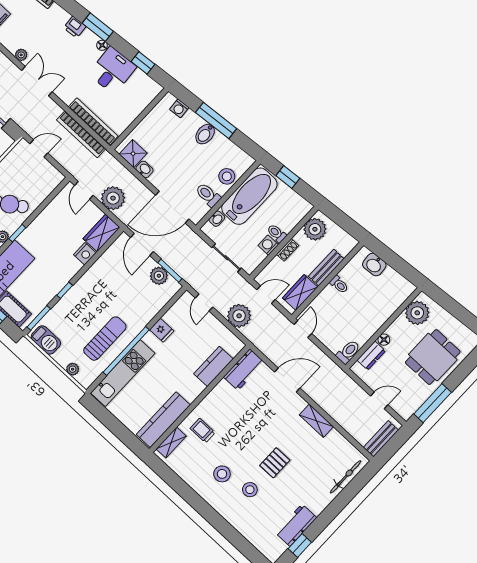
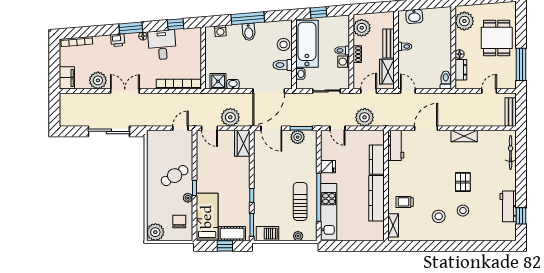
plant: (21, 55) -> (98, 80), width x1.88, depth x1.88
bookcase: (81, 134) -> (178, 98), removed
door: (39, 148) -> (180, 128), moved
nightstand: (85, 254) -> (244, 164), removed
kitchen counter: (163, 420) -> (377, 198), moved

